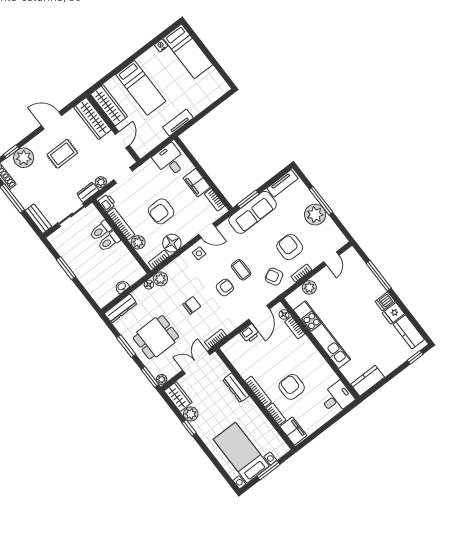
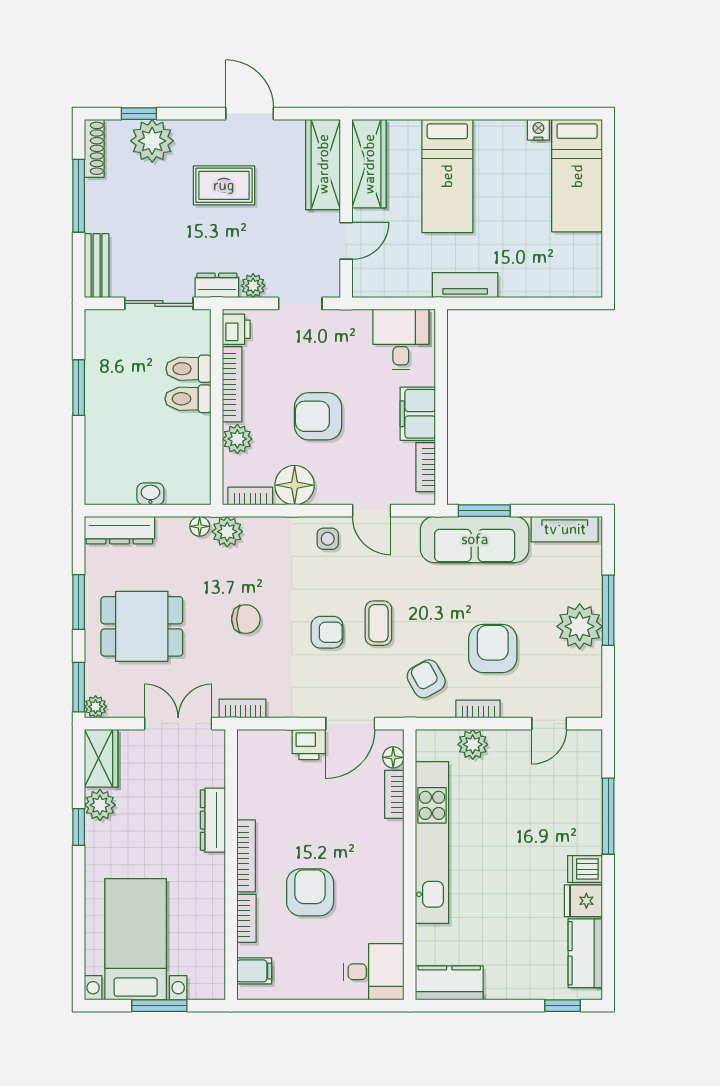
filing cabinet: (293, 431) -> (254, 971), width x0.50

